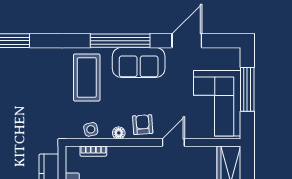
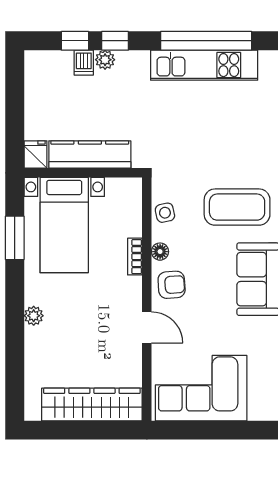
window: (247, 89) -> (221, 430), removed
bookcase: (93, 151) -> (135, 257), moved

